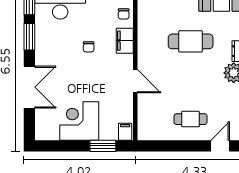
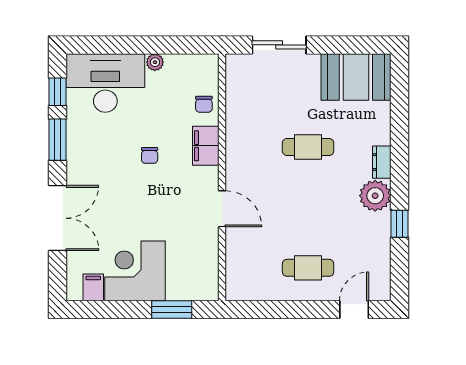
cafe table: (191, 41) -> (308, 147), width x0.73, depth x0.74
filing cabinet: (125, 132) -> (93, 287), moved

